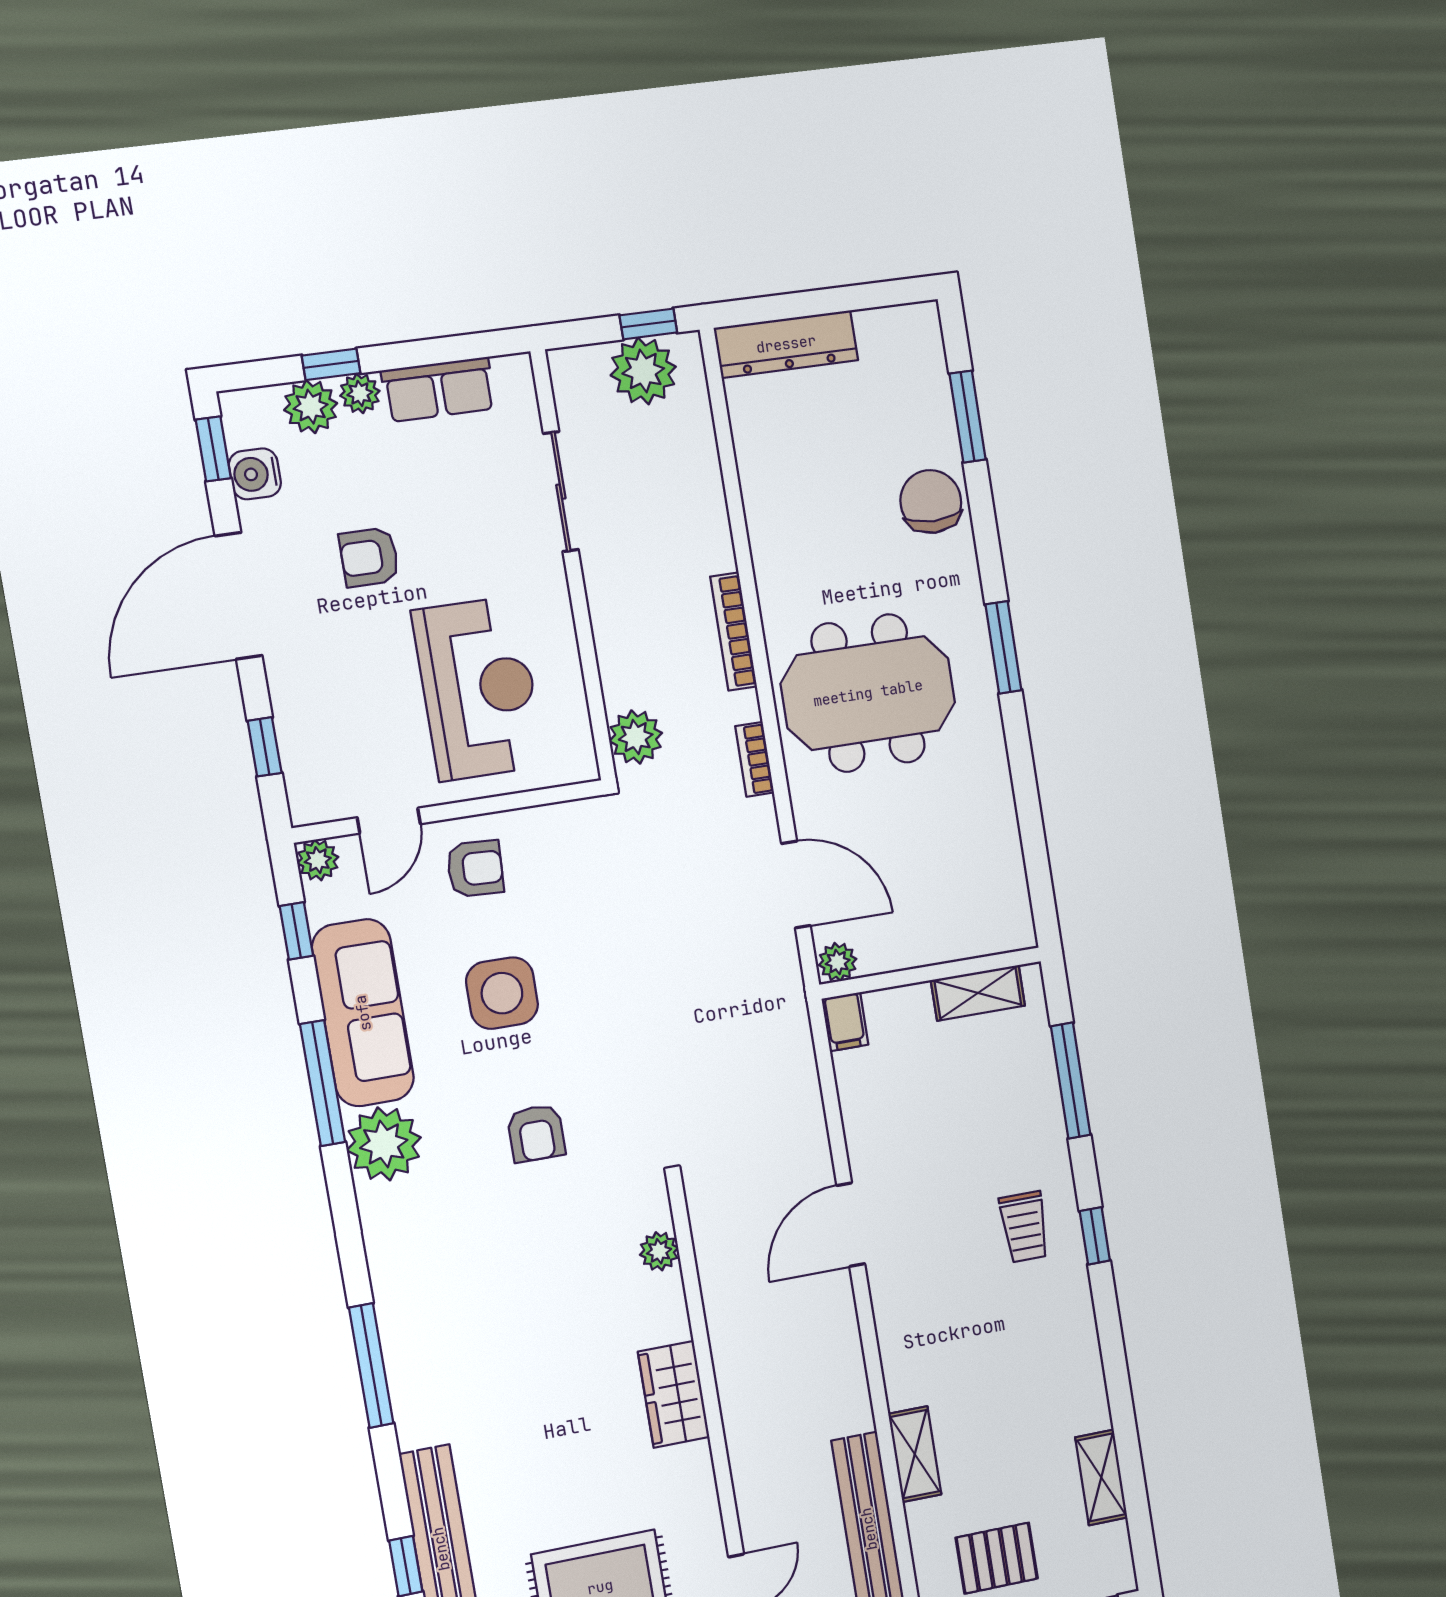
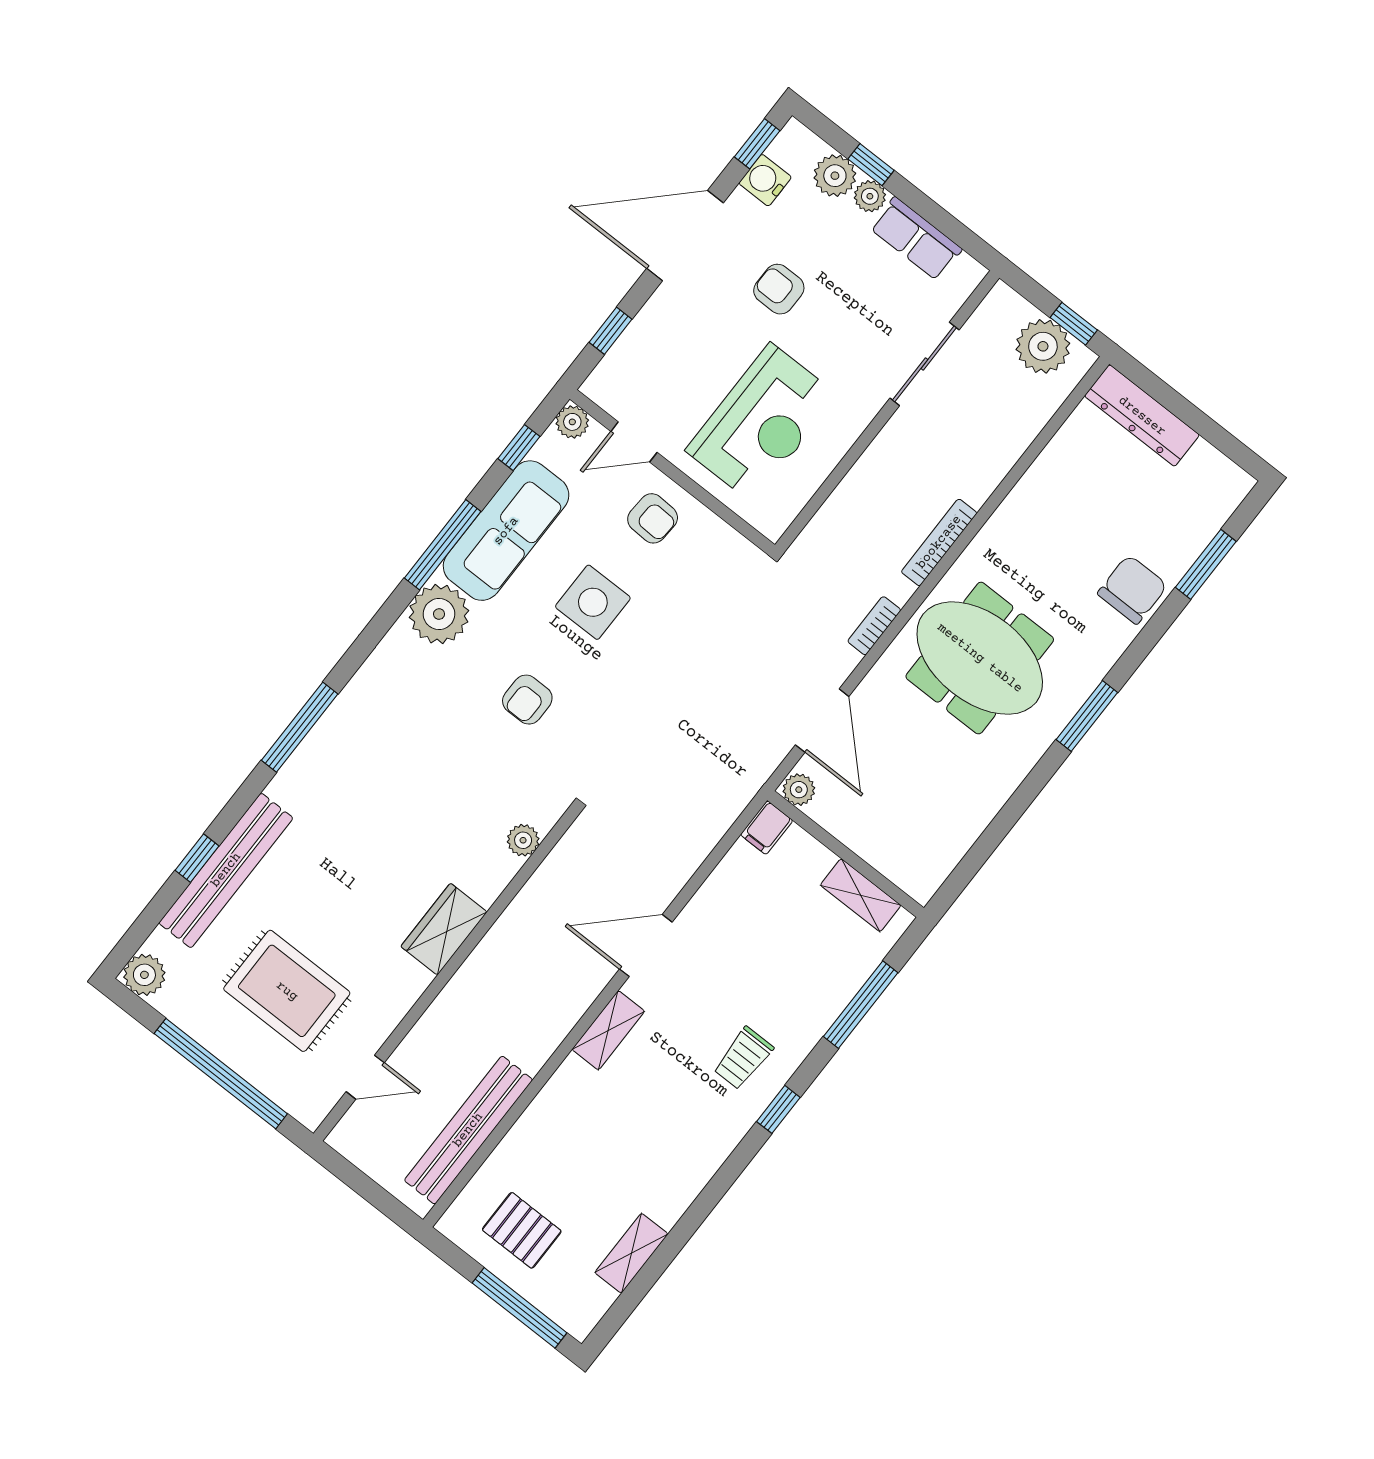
plant: (636, 737) -> (820, 542), removed
shelving: (915, 1454) -> (608, 1030), moved

